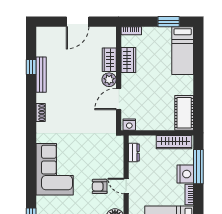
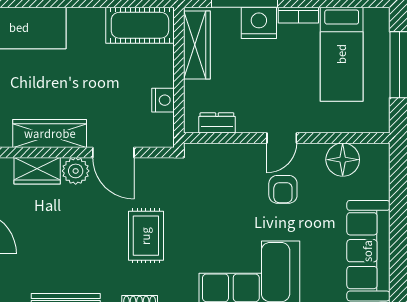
wardrobe: (128, 60) -> (50, 134), width x1.50
rug: (76, 116) -> (146, 236), added
nightstand: (129, 125) -> (163, 100), moved

